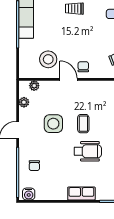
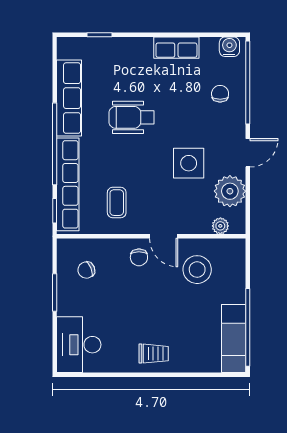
plant: (24, 102) -> (230, 191), width x1.87, depth x1.87
coffee table: (83, 124) -> (117, 203), moved
row of seats: (81, 193) -> (176, 48), moved

